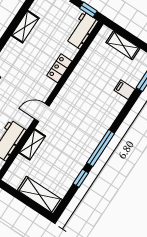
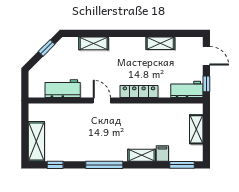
locker: (59, 68) -> (139, 91), width x1.53
shelving: (32, 144) -> (142, 155), moved
window: (81, 178) -> (55, 165), moved

